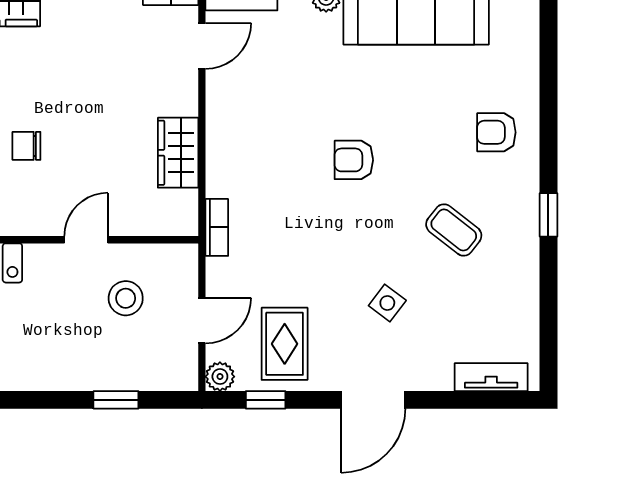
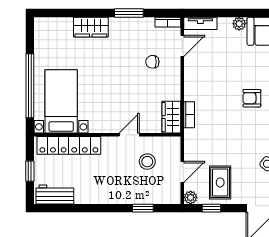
chair: (26, 146) -> (152, 62), moved
wardrobe: (178, 153) -> (171, 117), moved
bookcase: (217, 227) -> (189, 115), moved

